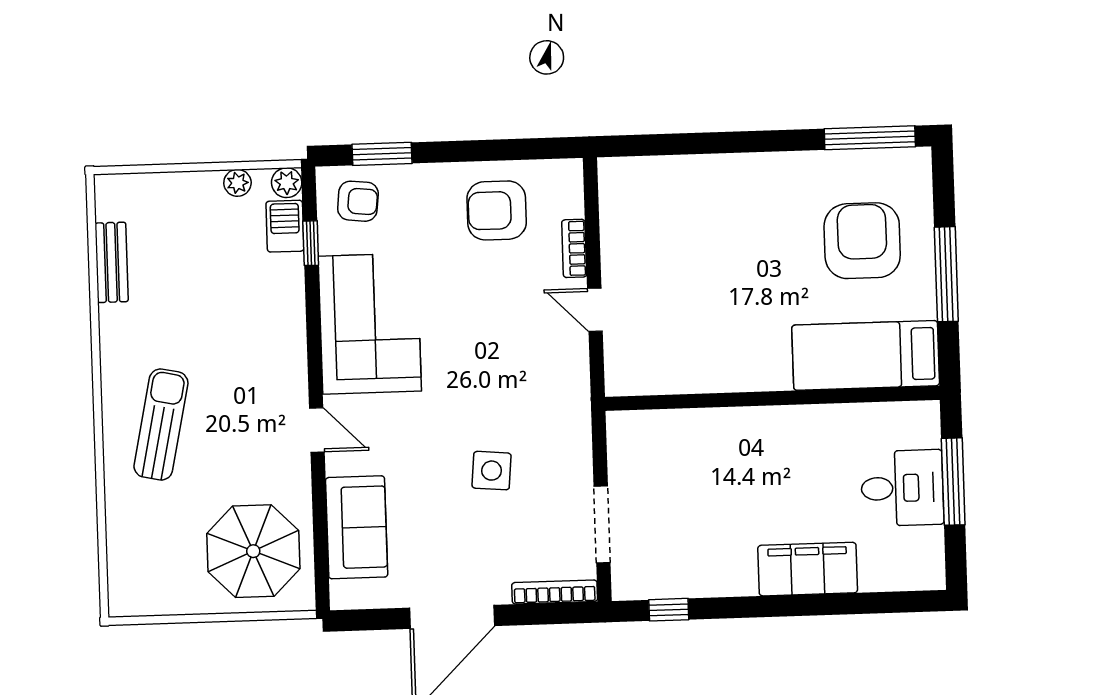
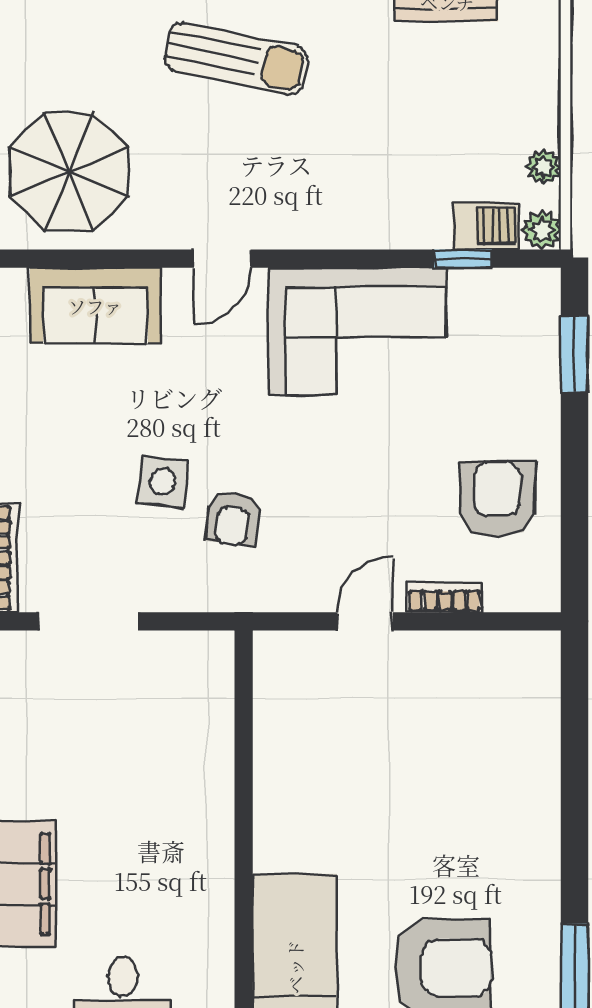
armchair: (358, 201) -> (233, 518), moved

